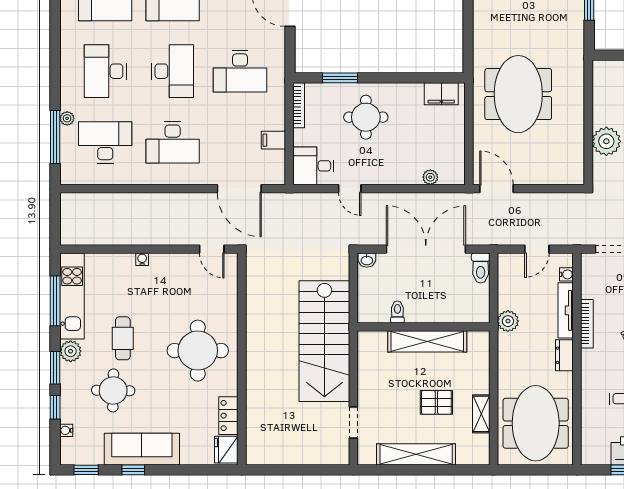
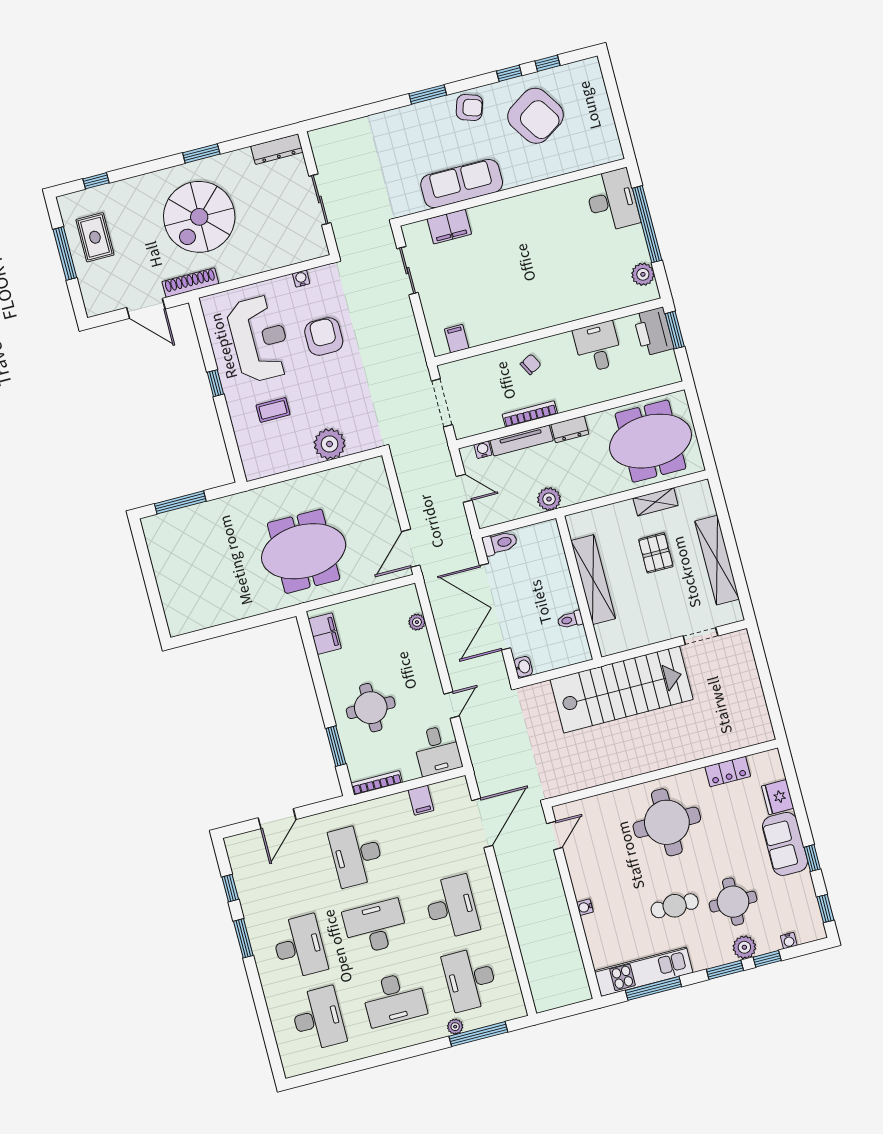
desk: (240, 71) -> (357, 855), turned 180
plant: (71, 351) -> (744, 947), moved
sofa: (142, 449) -> (785, 844), width x0.73
fridge: (226, 450) -> (778, 797), moved, turned 90

